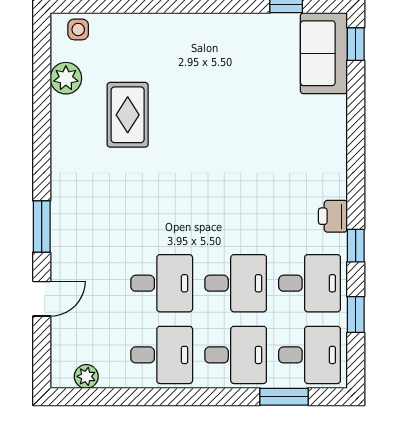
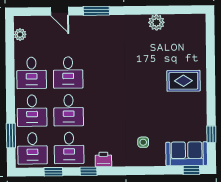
side table: (78, 29) -> (143, 142), moved
plant: (66, 78) -> (156, 22), moved
rug: (128, 115) -> (183, 81), moved

